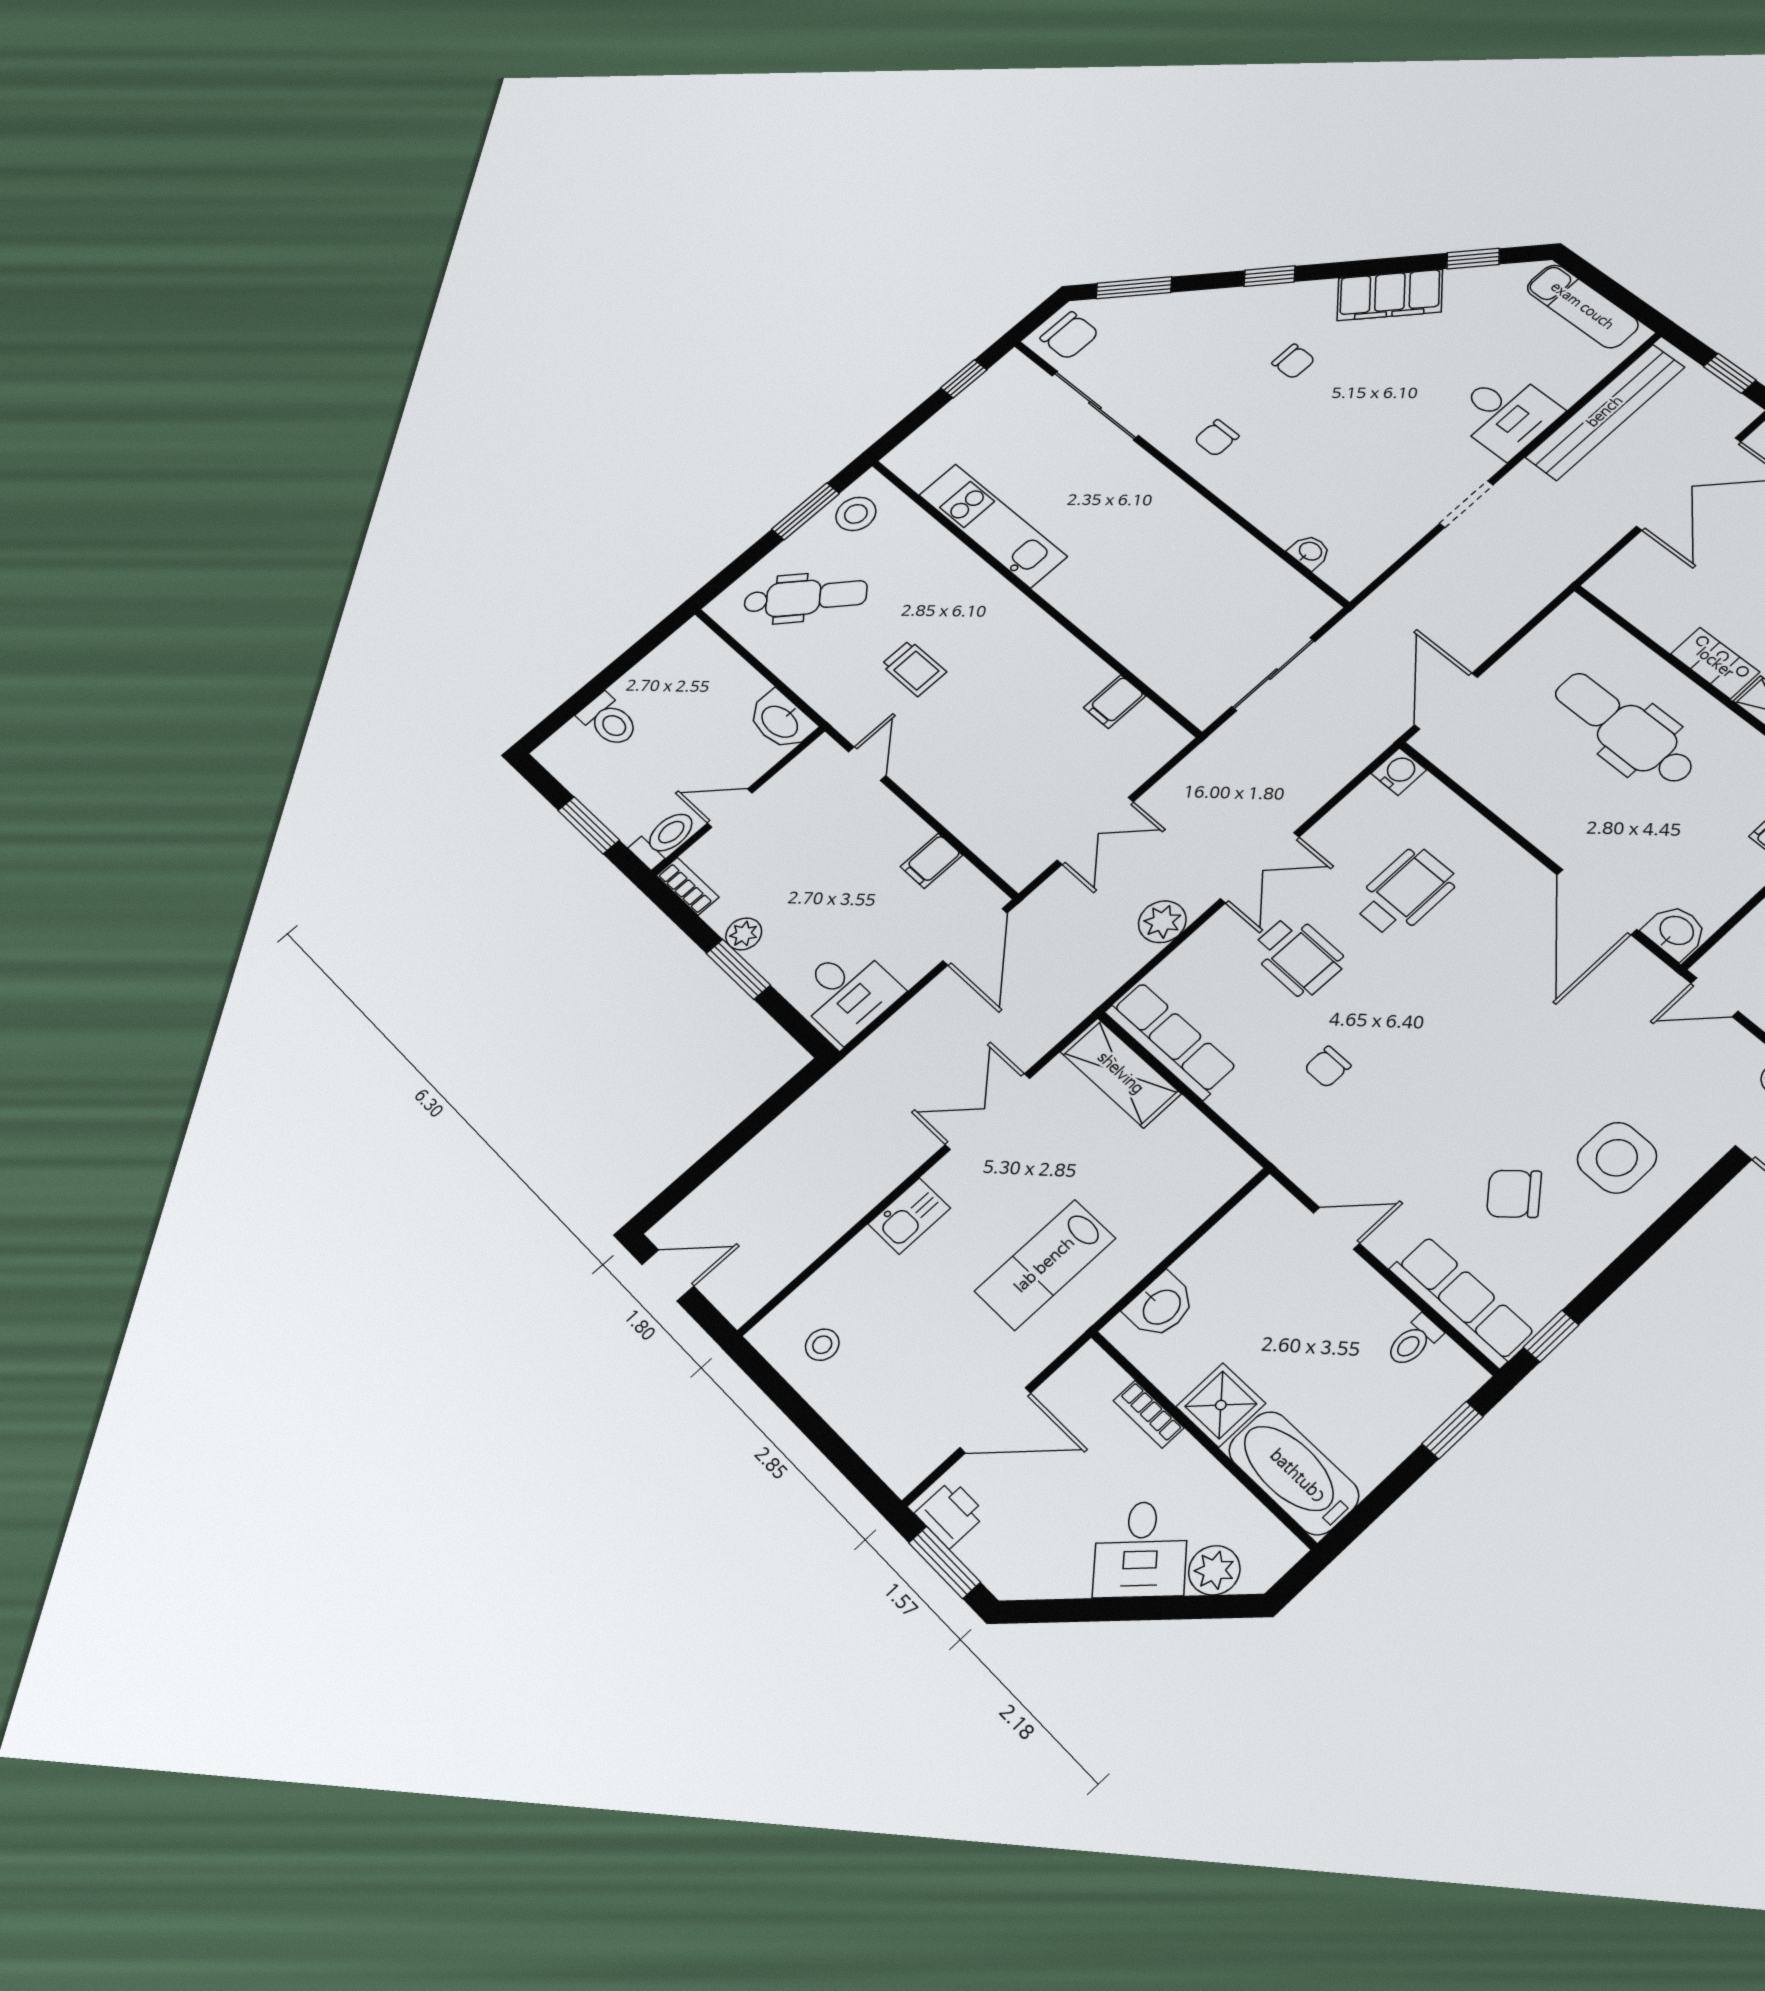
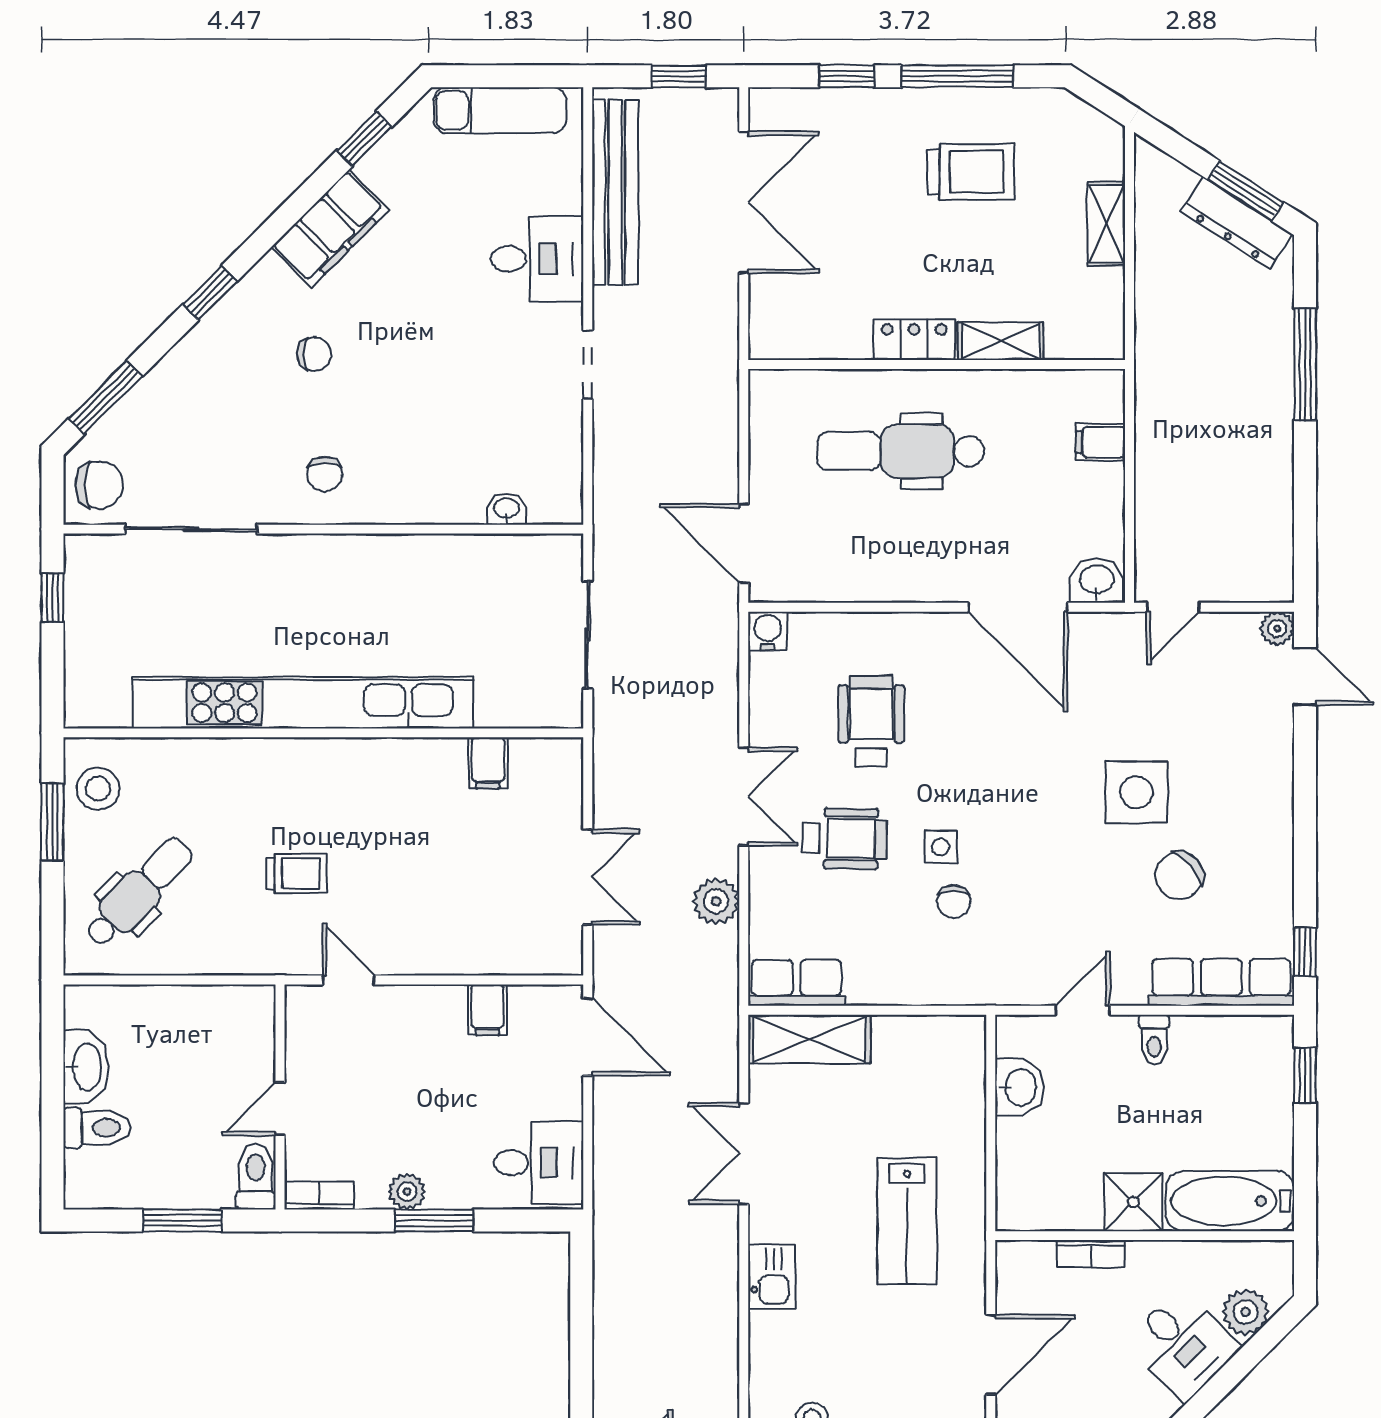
kitchen unit: (993, 526) -> (303, 703), width x1.86
washbasin: (781, 721) -> (86, 1067), moved, turned -90
side table: (1360, 1020) -> (940, 847), added
row of seats: (1171, 1040) -> (797, 983), width x0.68
side table: (1617, 1158) -> (1137, 792), moved
washbasin: (1161, 1306) -> (1020, 1087), moved
toilet: (1414, 1341) -> (1154, 1039), moved

